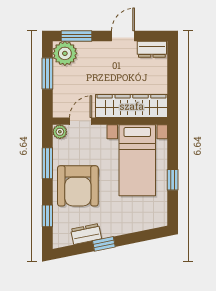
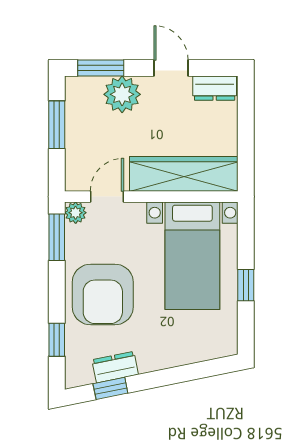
door: (123, 36) -> (171, 68), hinge flipped
plant: (65, 53) -> (122, 94), moved
window: (47, 163) -> (57, 237), moved
window: (104, 244) -> (110, 388), moved

